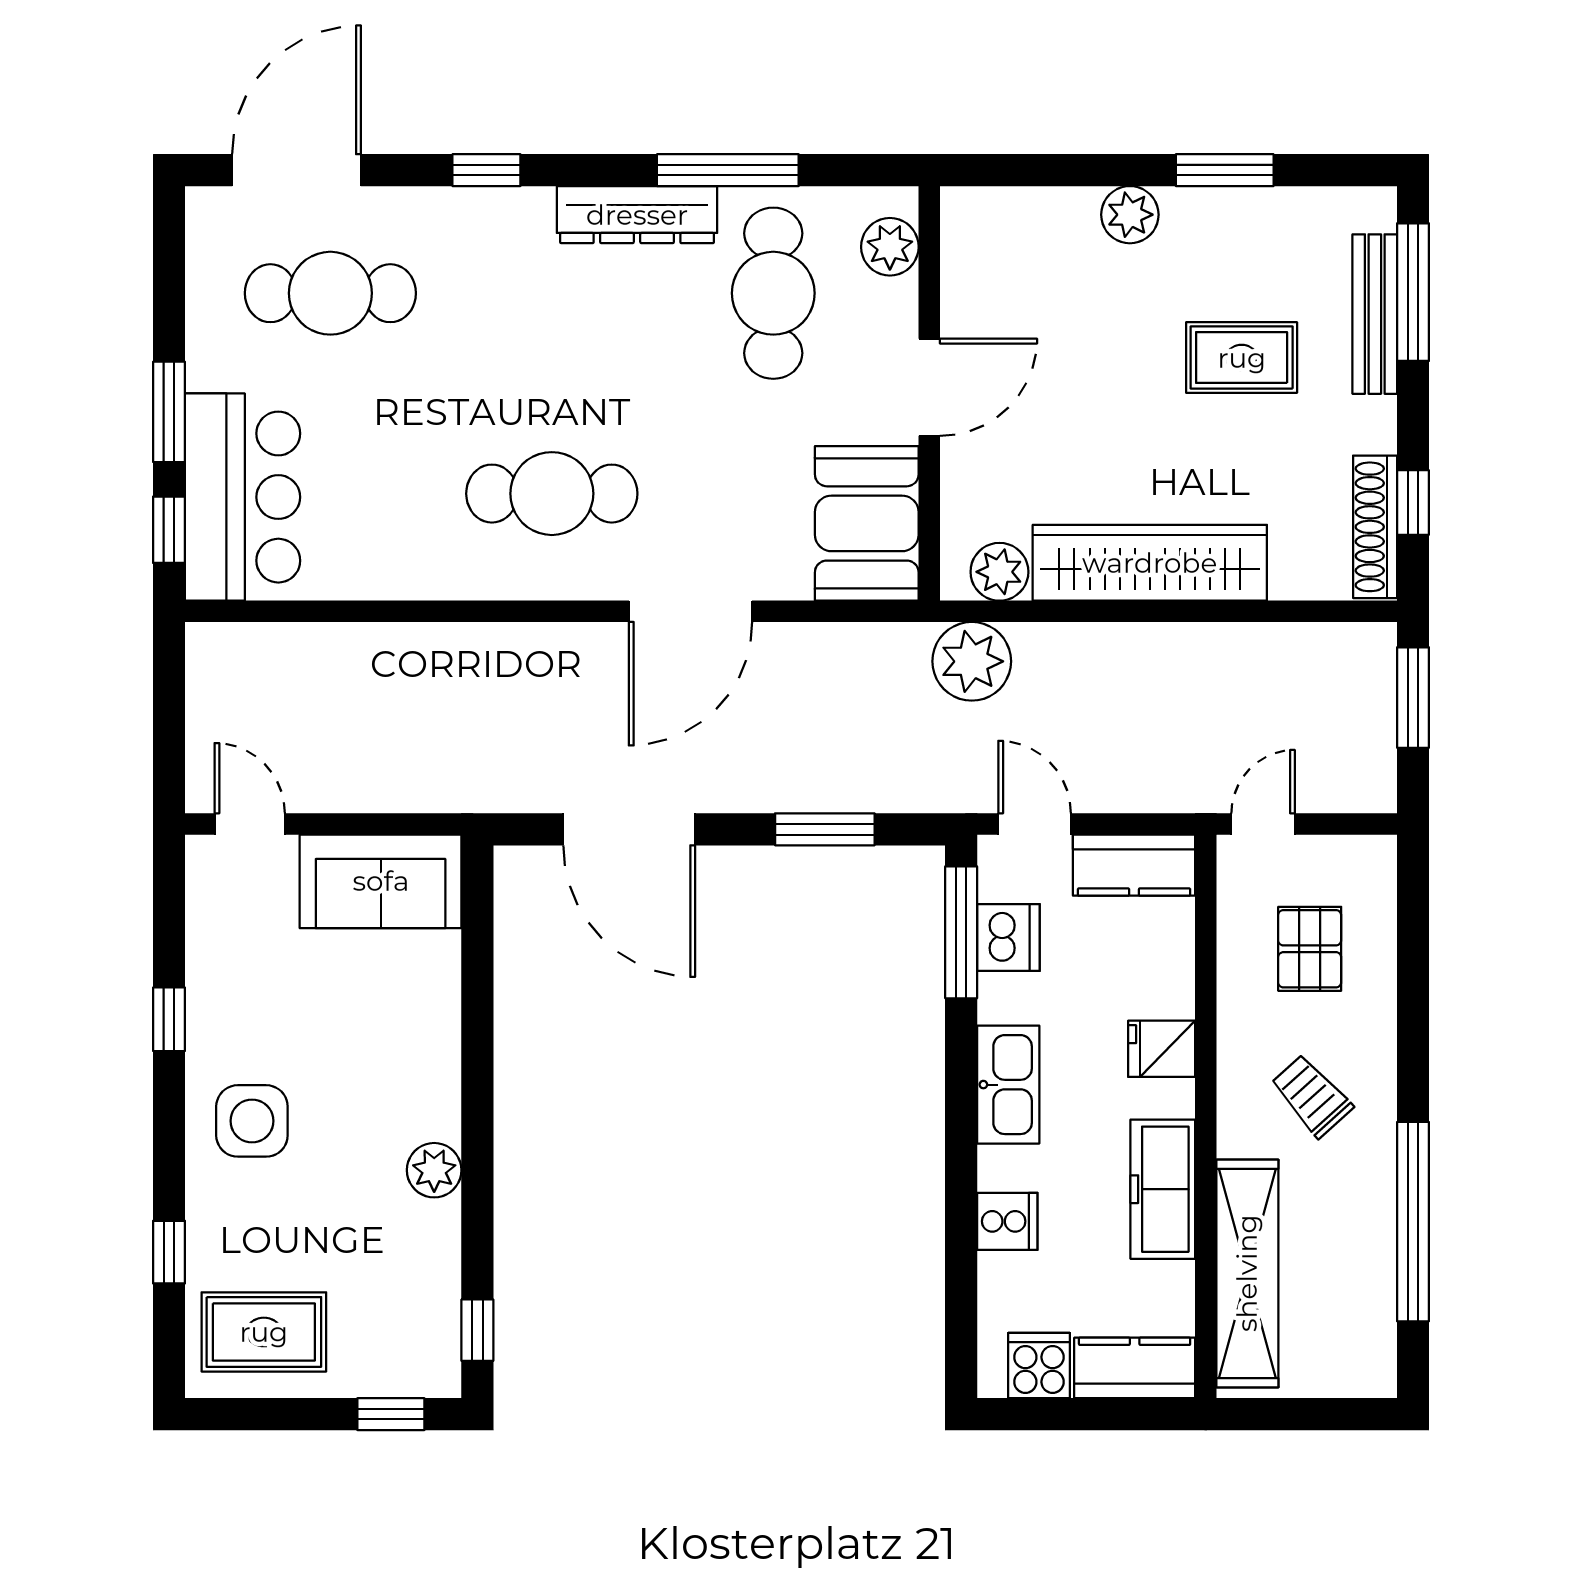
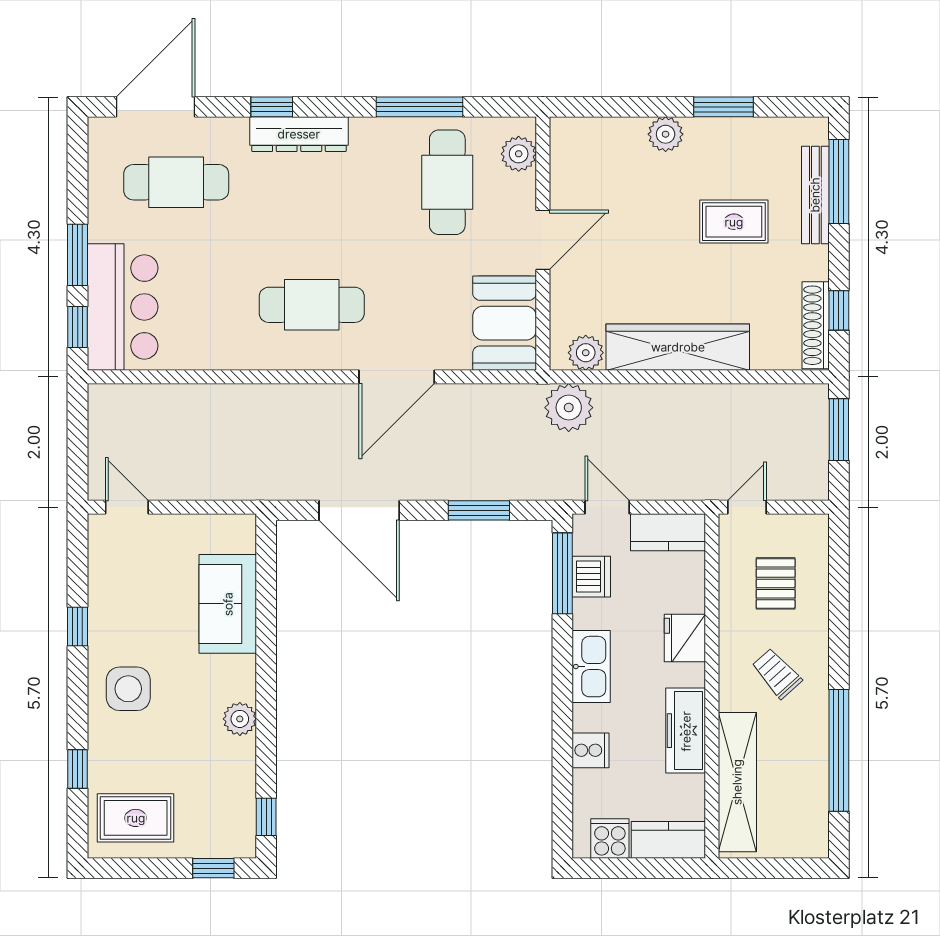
dresser: (637, 215) -> (299, 134), moved
sofa: (381, 881) -> (228, 604), moved, turned 90
fridge: (1162, 1049) -> (685, 638), width x1.38

